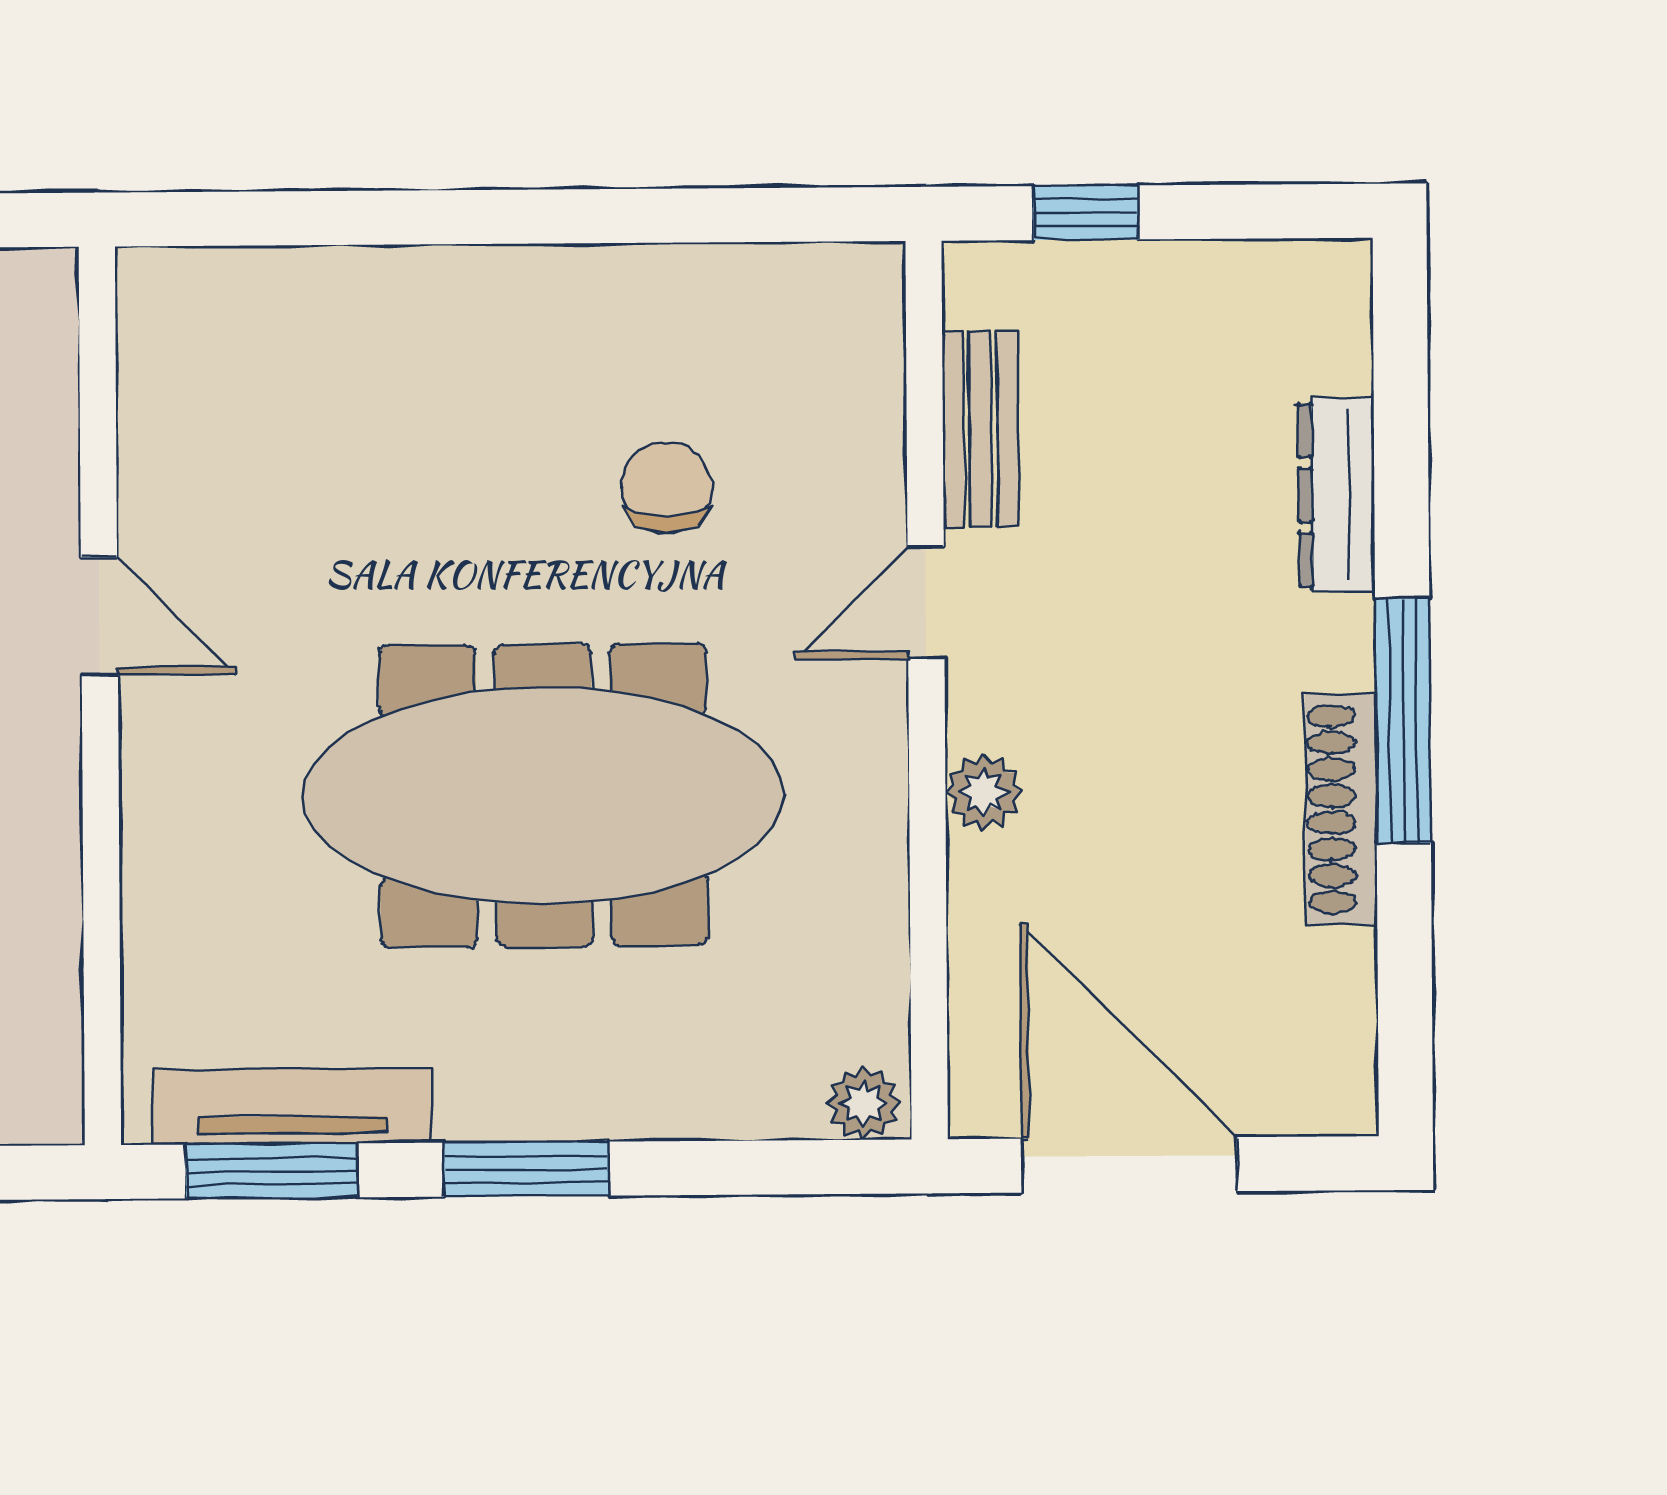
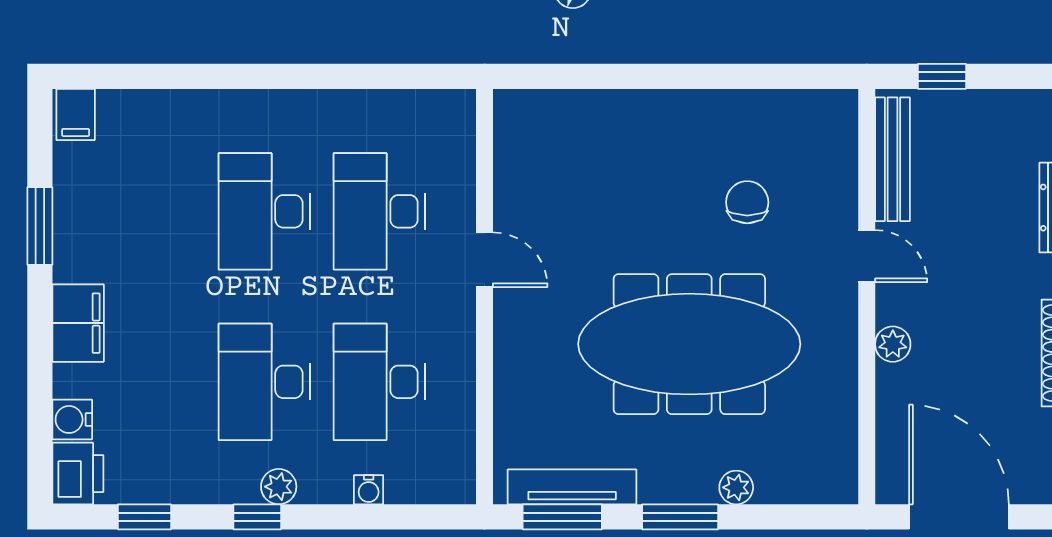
bench: (980, 429) -> (892, 159), width x1.36
door: (926, 603) -> (867, 256), swing flipped
plant: (864, 1103) -> (736, 487), moved

